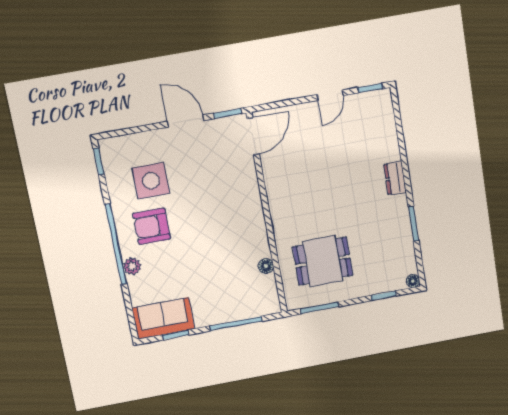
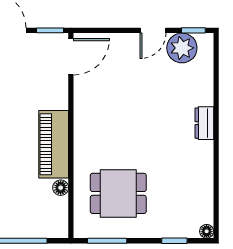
plant: (362, 108) -> (182, 48), added
window: (414, 224) -> (216, 173), removed
piano: (252, 226) -> (54, 144), added

